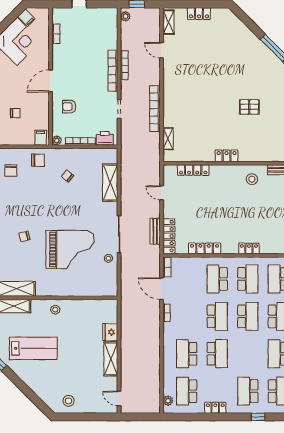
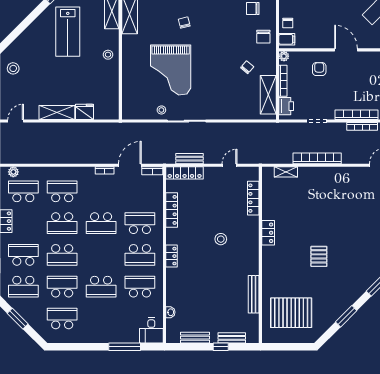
chair: (15, 113) -> (288, 23), moved
stool: (252, 179) -> (221, 239), moved
shelving: (110, 183) -> (268, 95), moved, turned 90
school desk: (248, 316) -> (62, 255), moved

